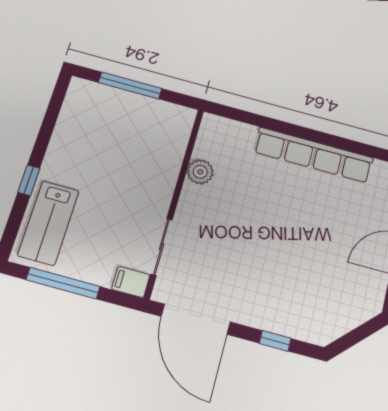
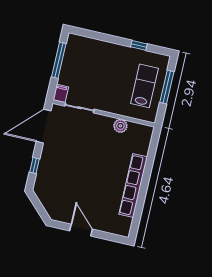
window: (29, 180) -> (139, 45), moved
lab bench: (48, 223) -> (144, 86), moved, turned 90

